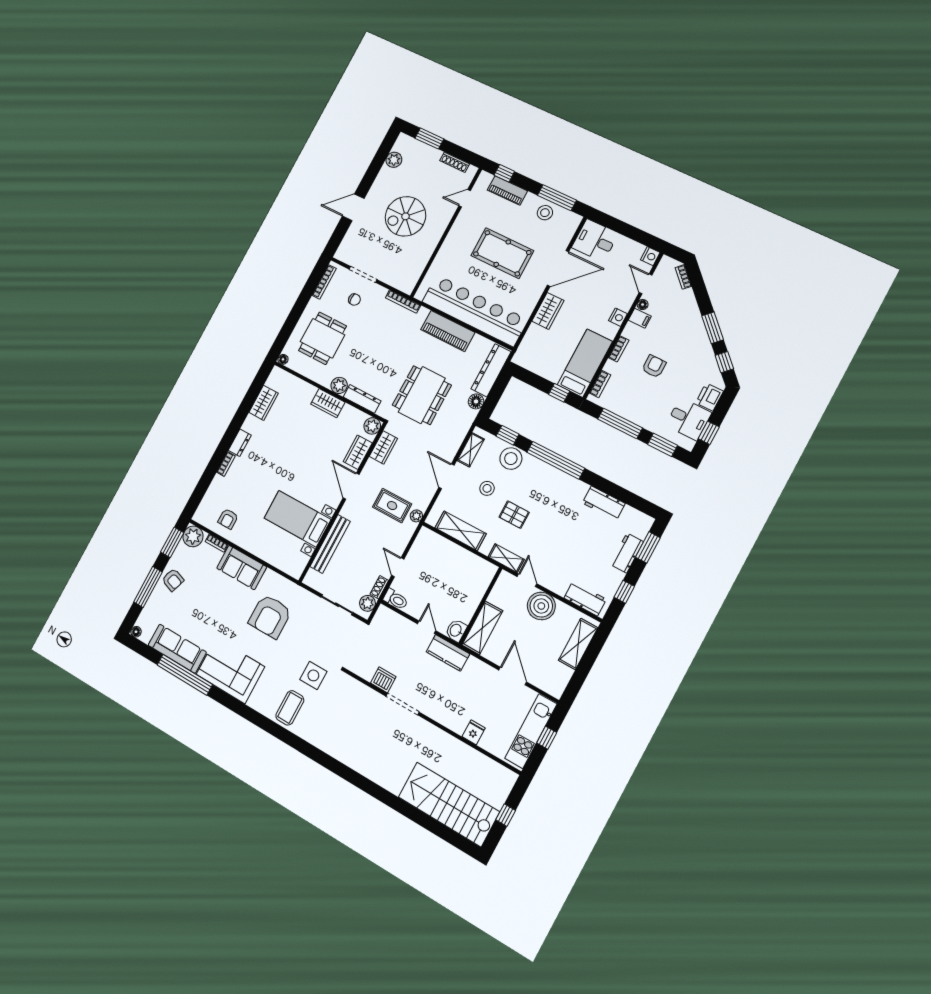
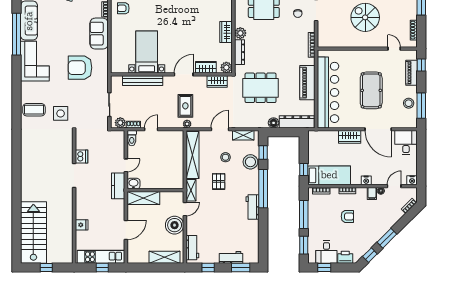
workbench: (604, 503) -> (253, 207), moved
shelving: (460, 531) -> (192, 155), width x1.47

